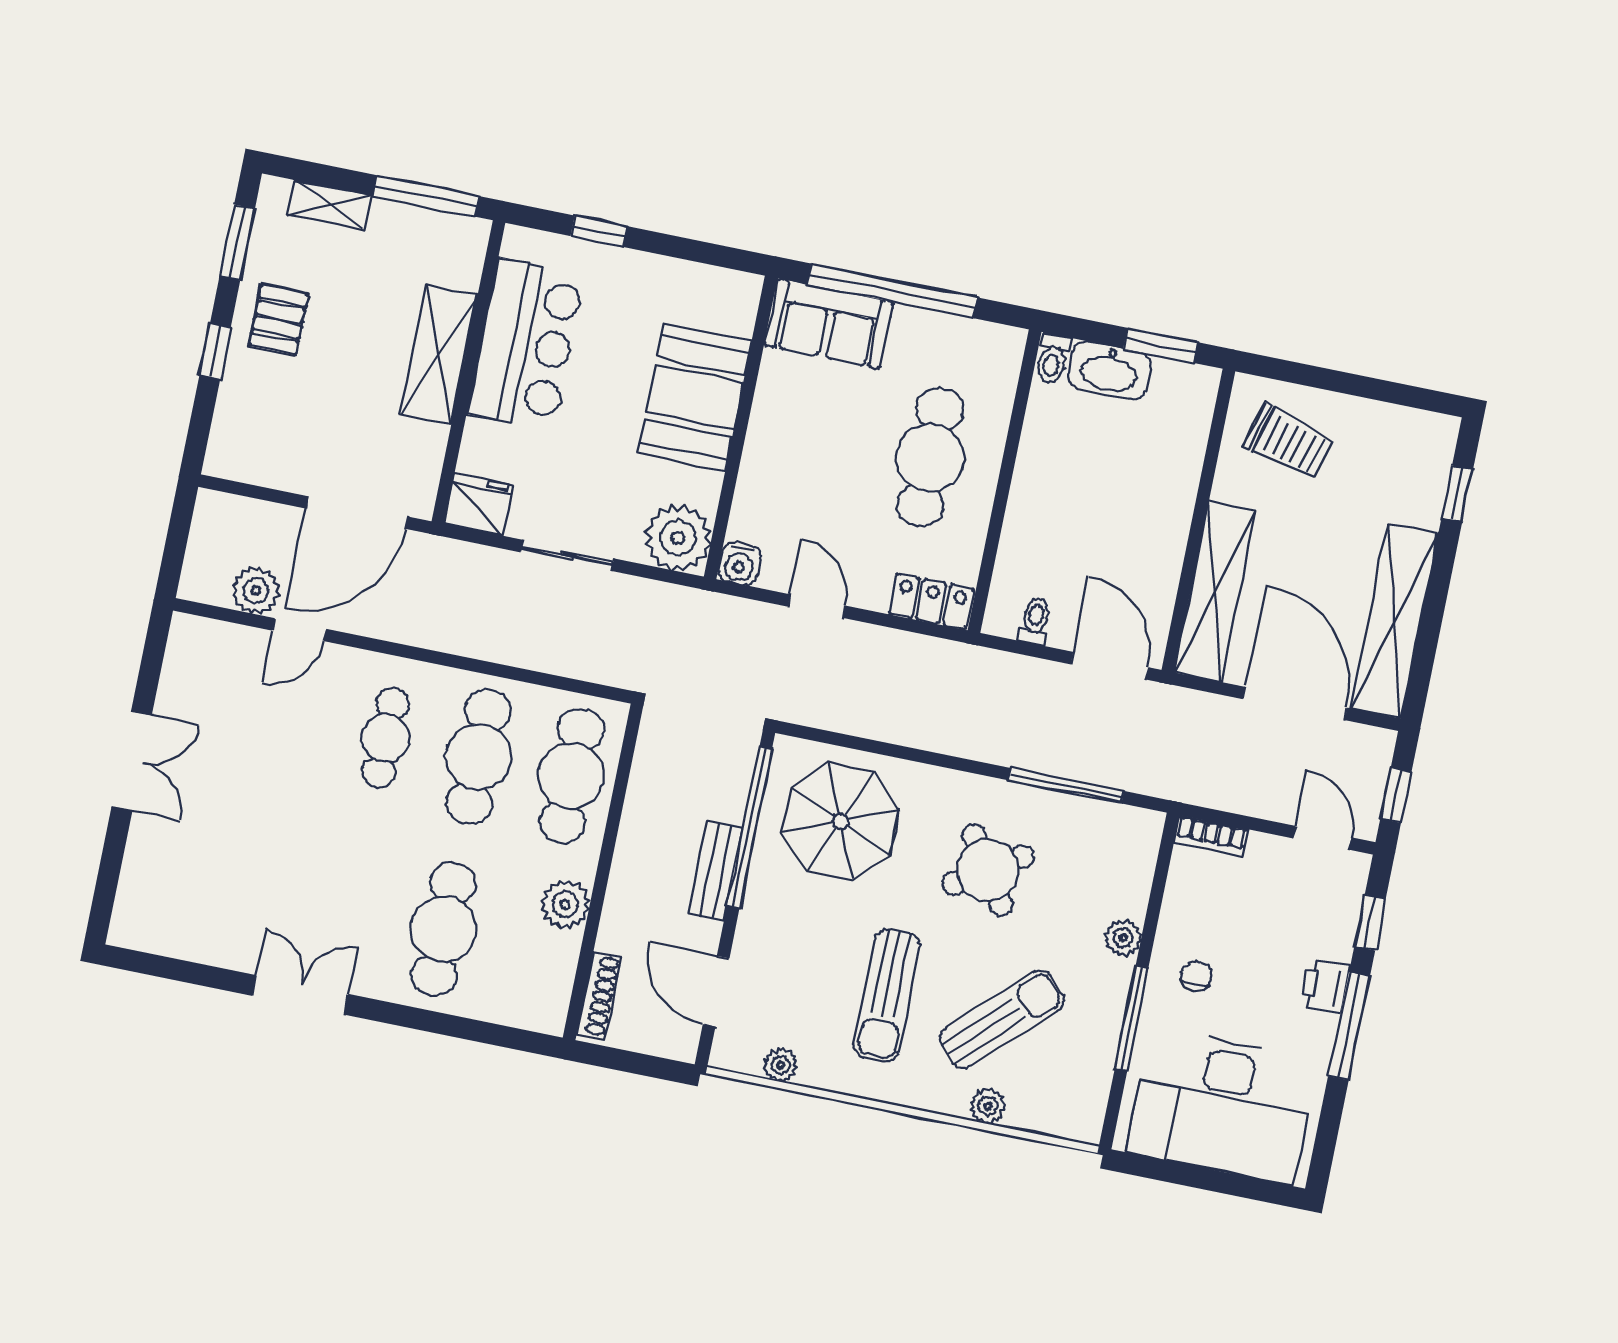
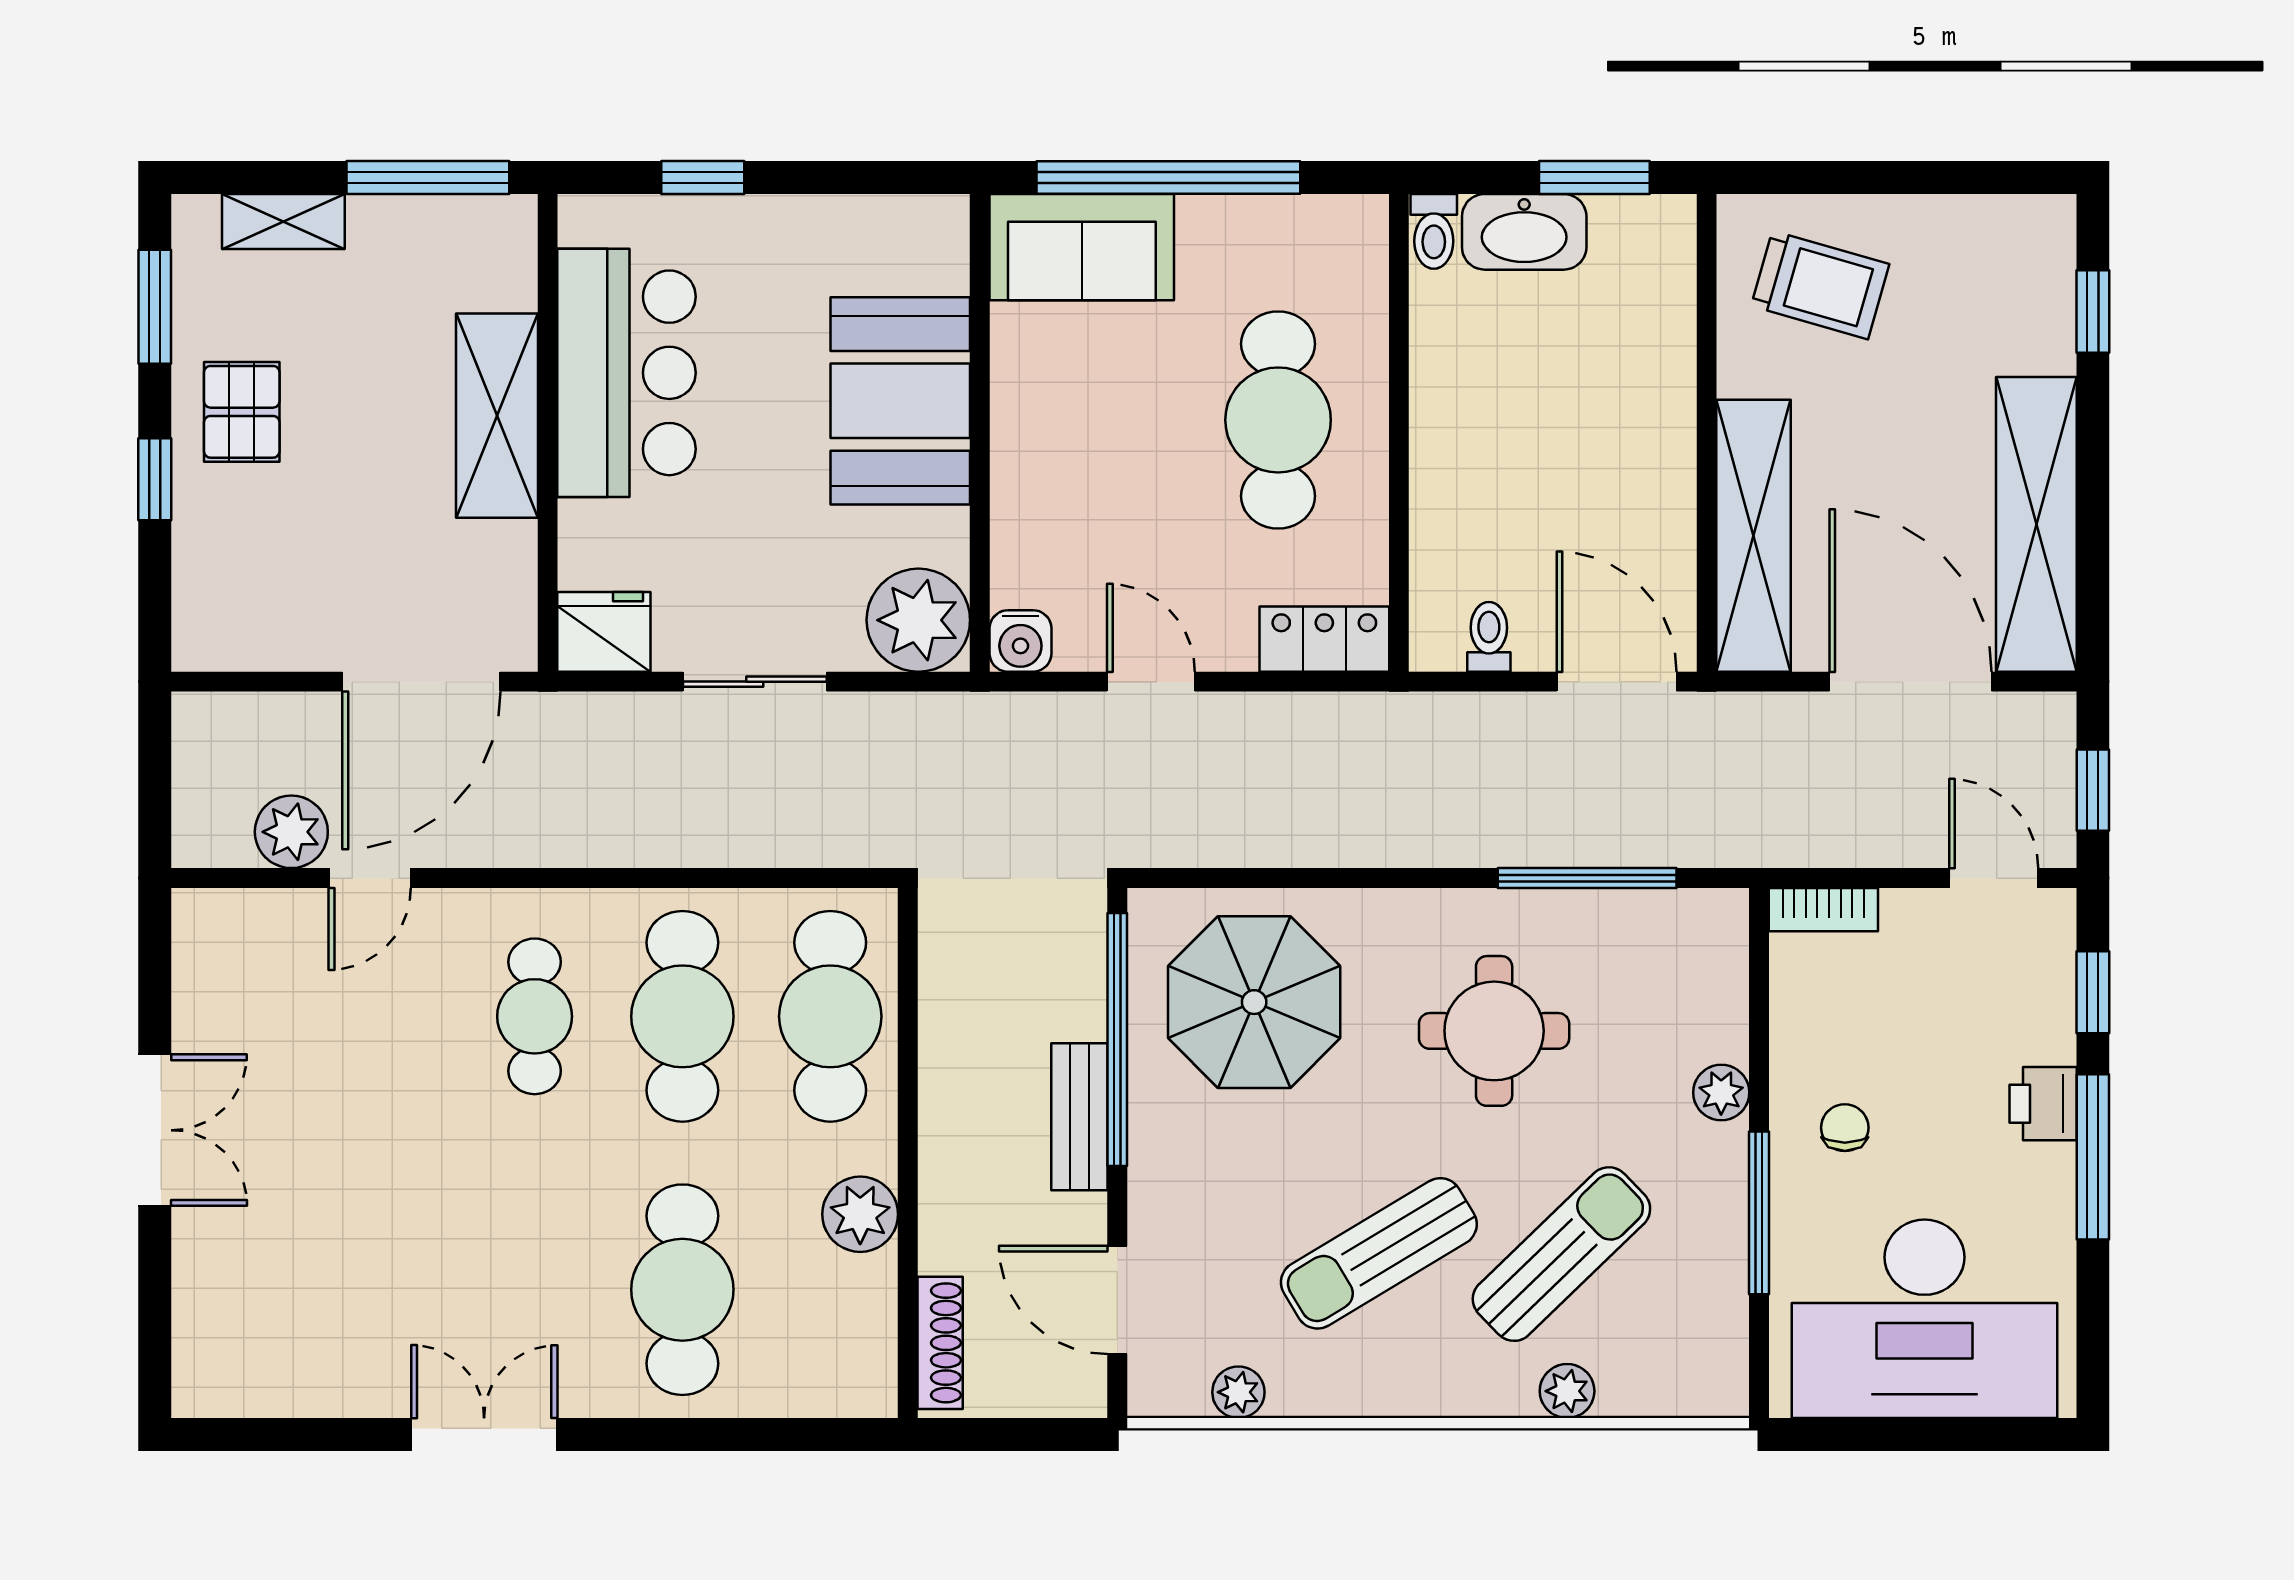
round table: (988, 870) -> (1494, 1031), turned 33
sun lounger: (887, 995) -> (1379, 1253), turned 59

